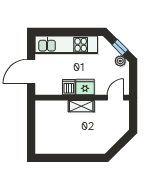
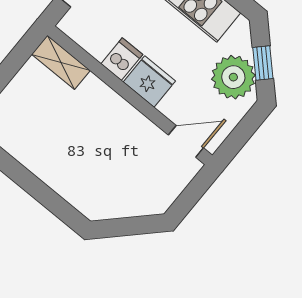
plant: (120, 61) -> (233, 77), width x1.88, depth x1.88
shelving: (81, 106) -> (61, 62), moved

